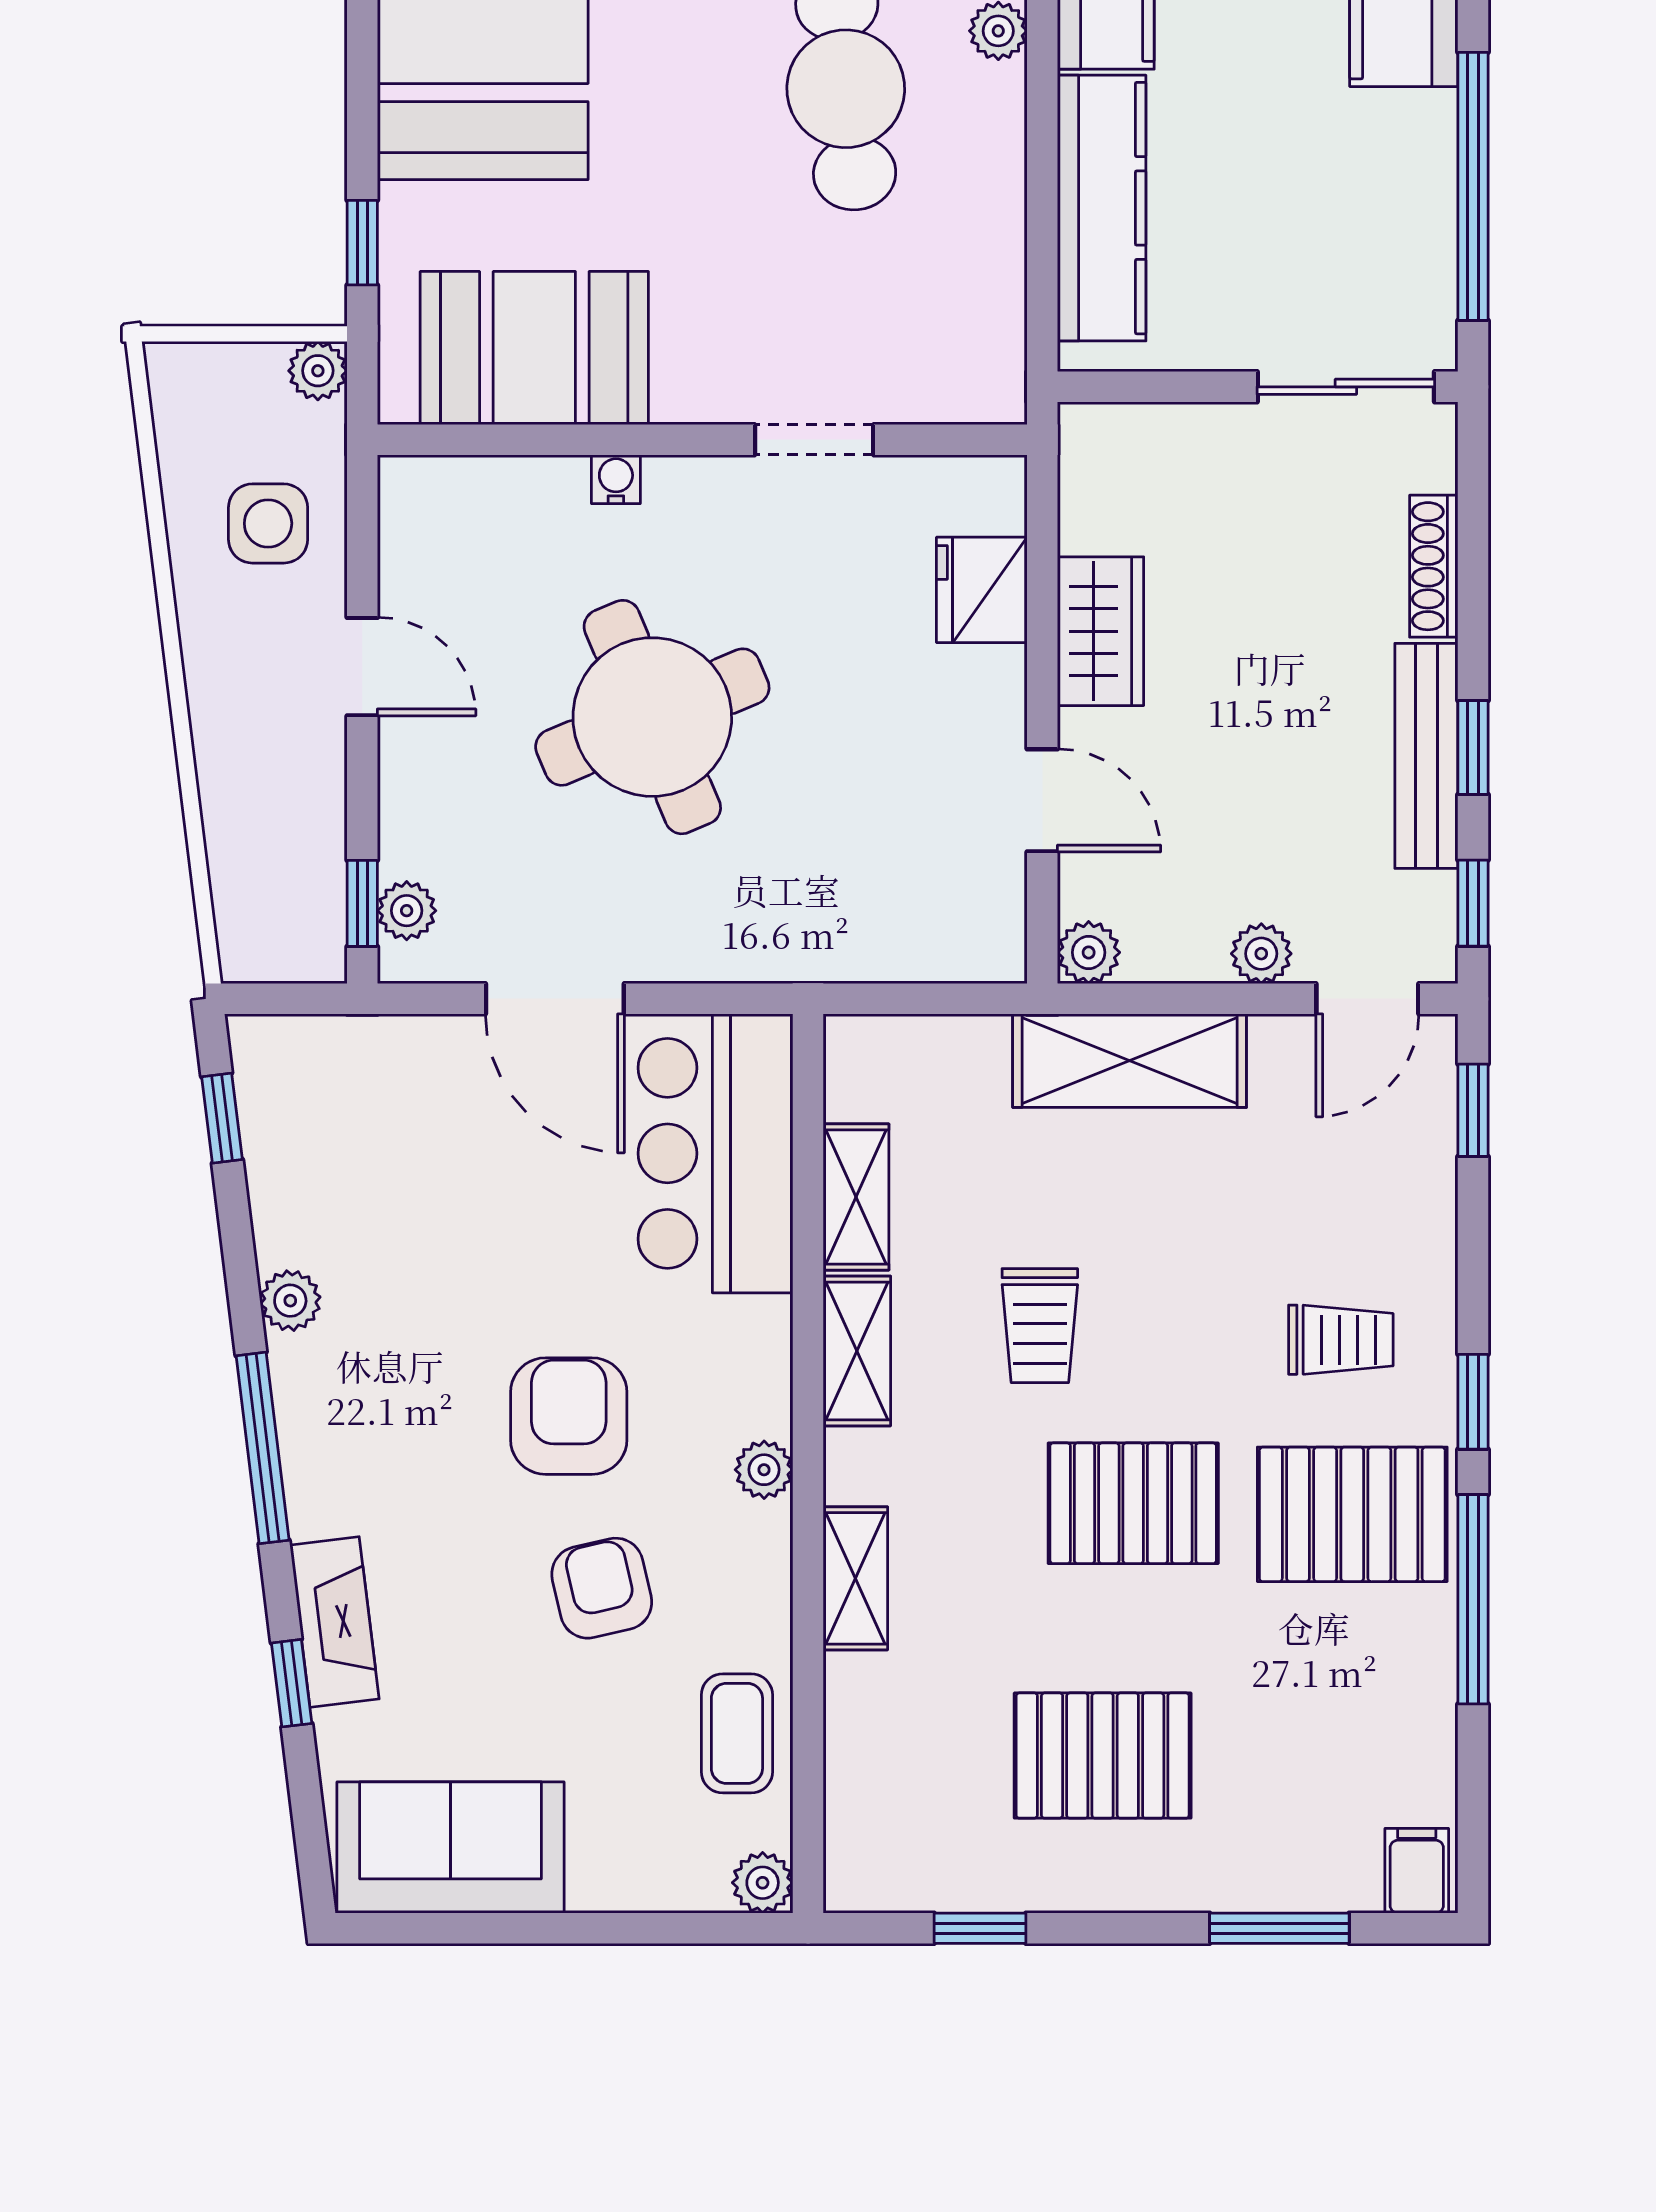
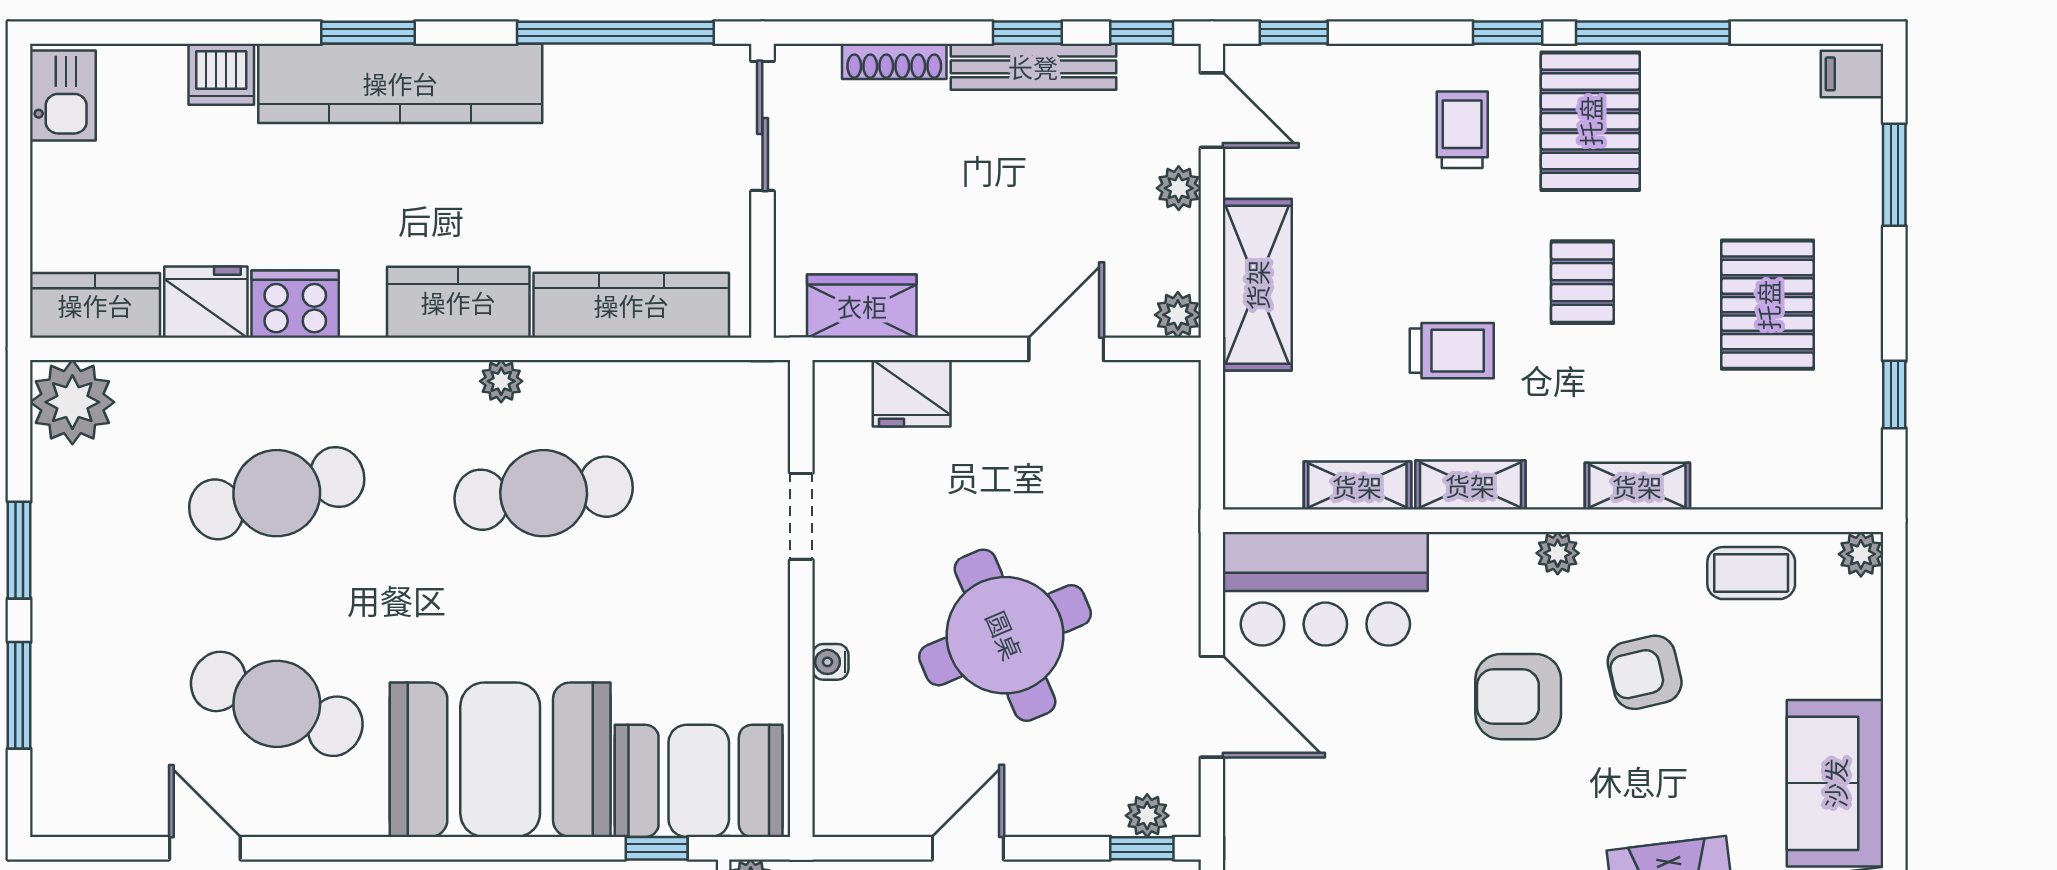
booth: (534, 348) -> (699, 781), moved, turned 90
wardrobe: (1101, 631) -> (862, 306), moved
door: (555, 999) -> (1212, 707), hinge flipped
pallet: (1133, 1503) -> (1582, 282), width x0.67, depth x0.71

